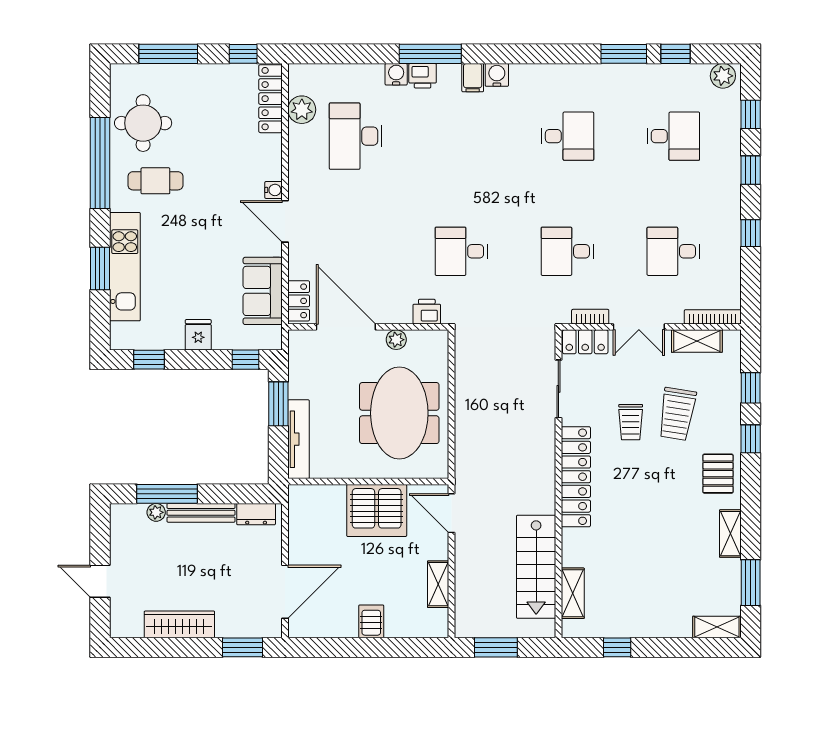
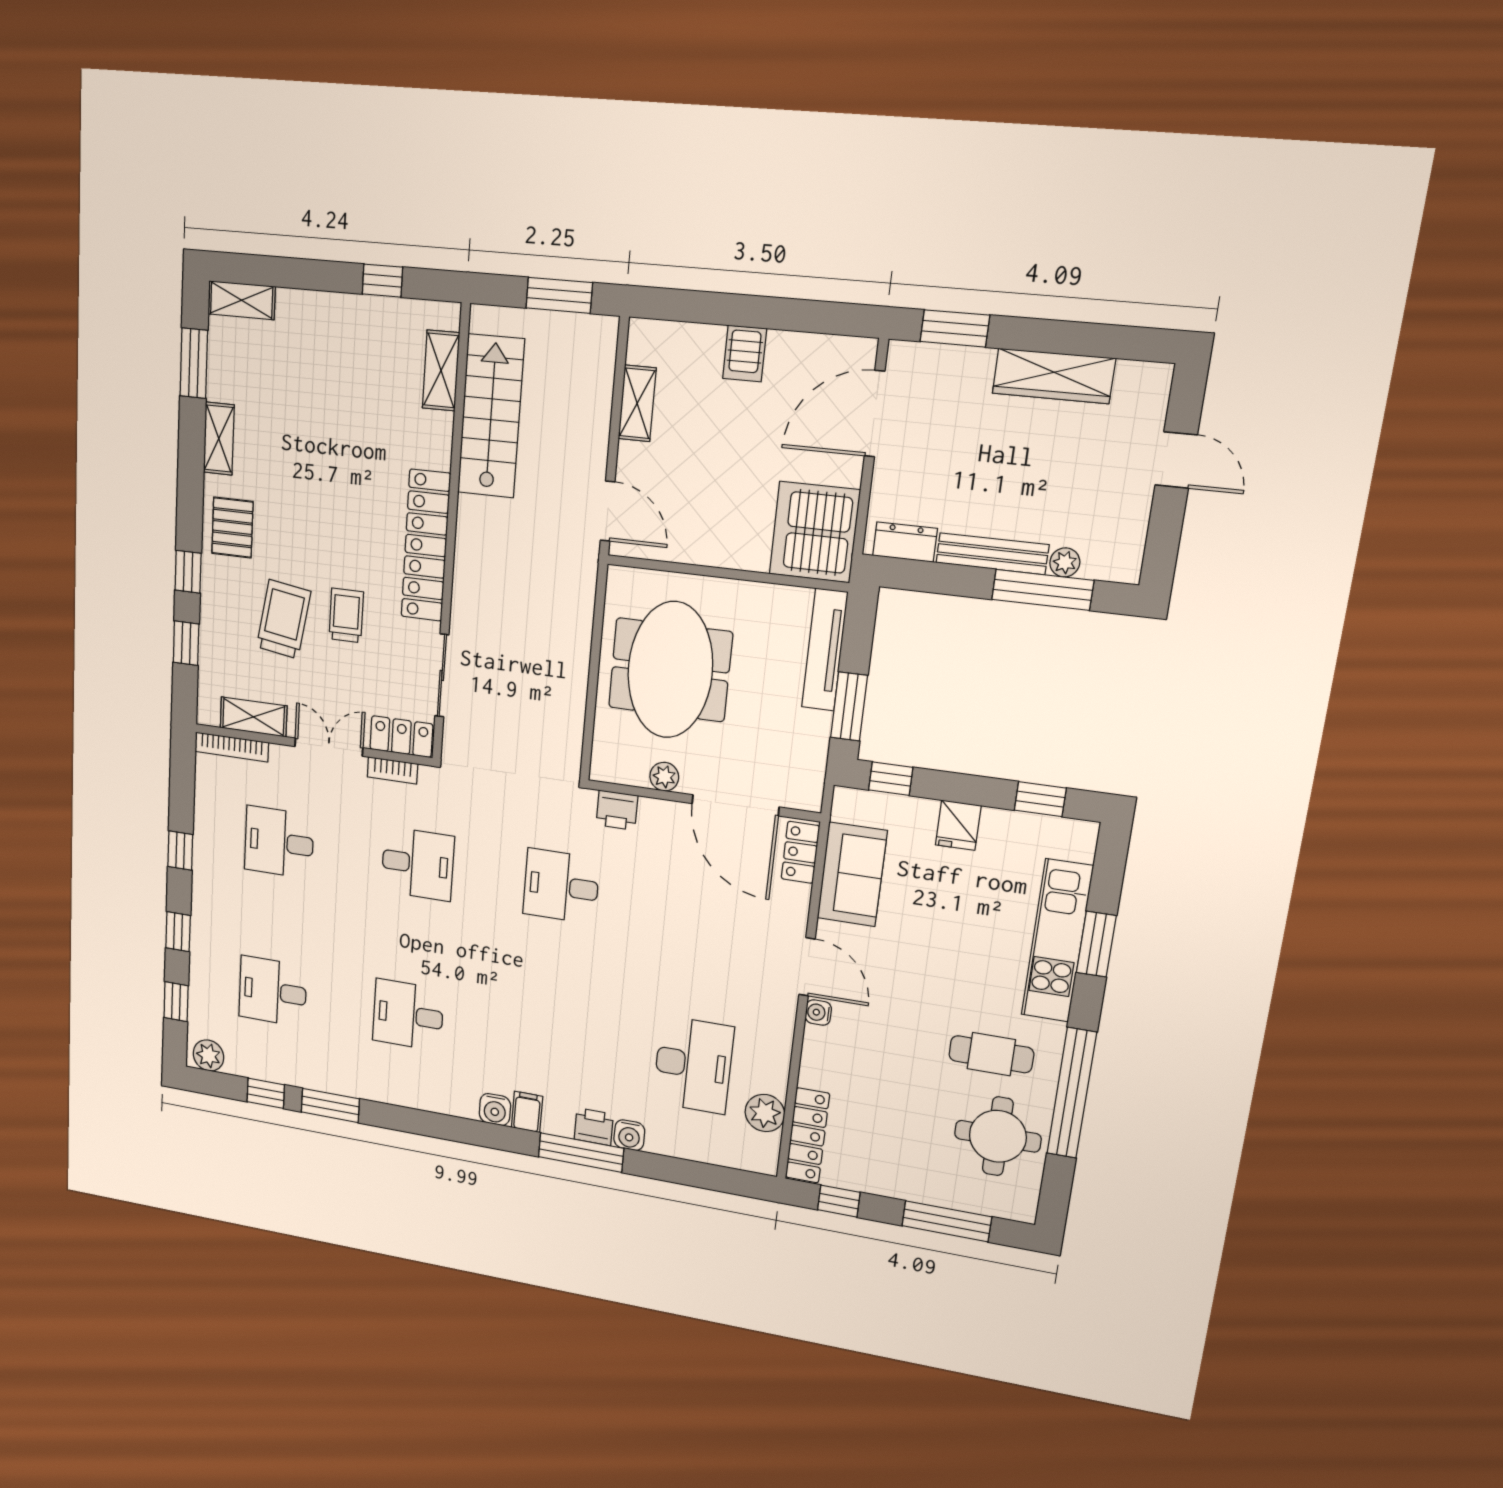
desk: (462, 251) -> (561, 886), turned 180
desk: (673, 251) -> (279, 842), turned 180
server rack: (377, 510) -> (815, 532), moved, turned -90

